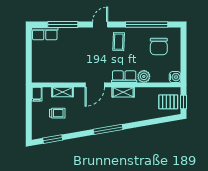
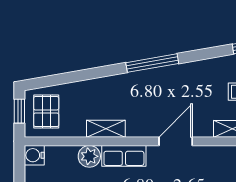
shelving: (123, 92) -> (106, 129), moved
pallet: (168, 102) -> (46, 112), turned 90

